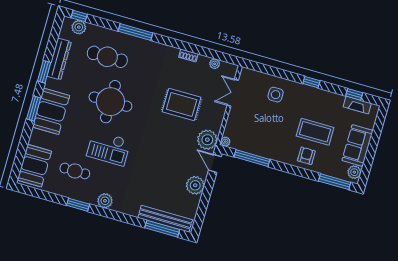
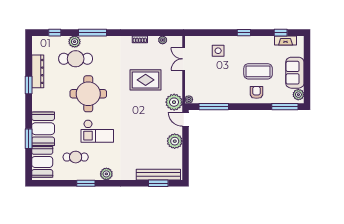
window: (79, 16) -> (55, 33), moved
plant: (79, 27) -> (75, 42), moved
window: (34, 108) -> (29, 139), moved
booth: (51, 111) -> (43, 129), moved
window: (162, 229) -> (158, 183), width x0.69

